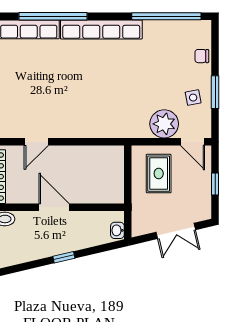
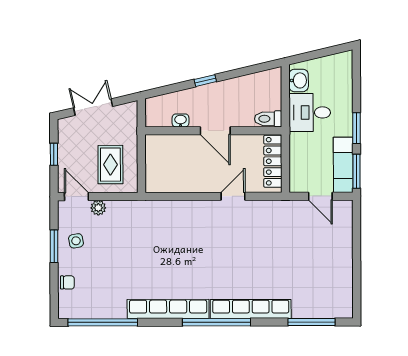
plant: (164, 124) -> (98, 208), width x0.53, depth x0.53
washbasin: (117, 230) -> (181, 120), moved, turned -90

